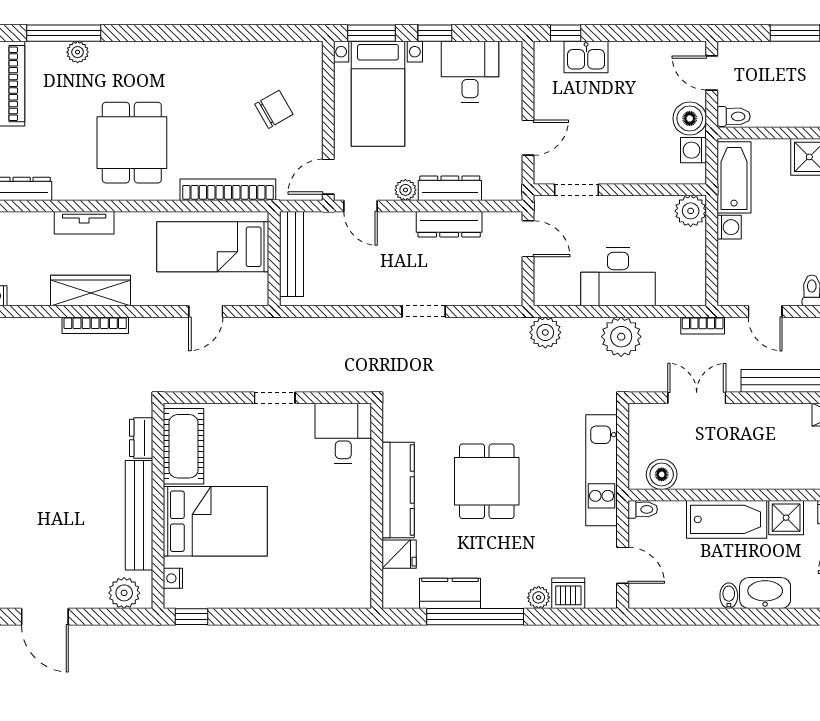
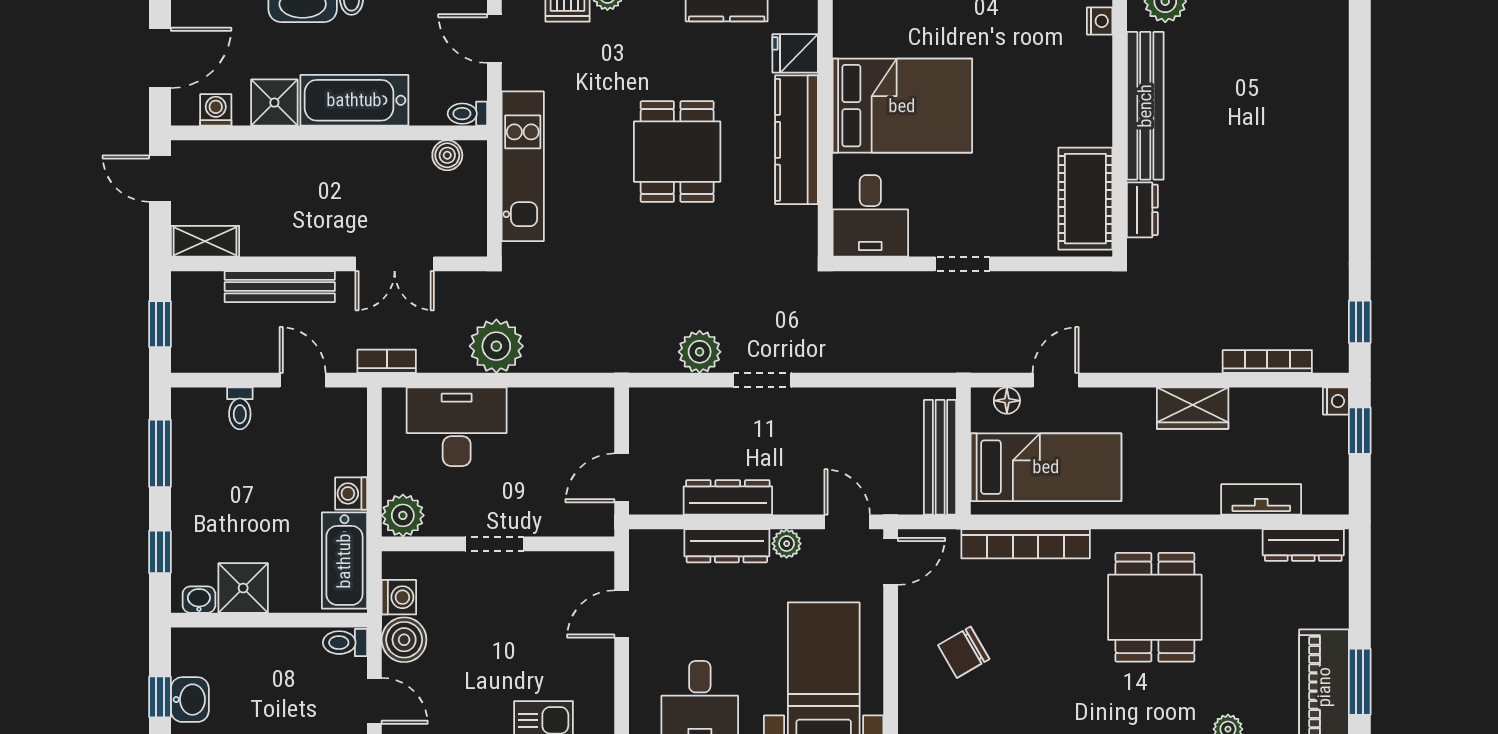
doorway: (577, 190) -> (495, 544), moved
tv unit: (84, 223) -> (1261, 499), moved
door: (528, 239) -> (622, 478), hinge flipped
desk: (618, 277) -> (457, 427), moved
wardrobe: (91, 291) -> (1193, 408), width x0.67
floor lamp: (242, 296) -> (1007, 401), added
bookcase: (95, 325) -> (1267, 361), moved
plant: (545, 332) -> (700, 352), moved
boiler: (662, 474) -> (447, 155), width x0.73, depth x0.73
bed: (215, 521) -> (902, 106), moved, turned 180

